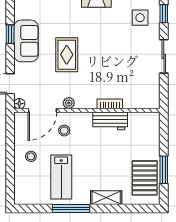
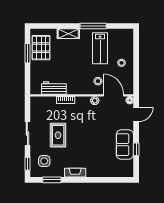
rug: (67, 55) -> (58, 135), moved
door: (42, 110) -> (113, 95), hinge flipped
workbench: (110, 121) -> (54, 88), moved
lab bench: (61, 177) -> (100, 48), turned 180

